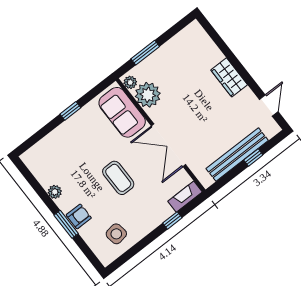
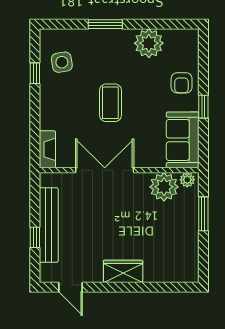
sofa: (122, 112) -> (183, 140), moved, turned -90
coffee table: (118, 178) -> (110, 103), turned 90
plant: (55, 192) -> (149, 43), width x1.88, depth x1.88
armchair: (79, 216) -> (182, 83), moved
window: (172, 220) -> (35, 73), moved

